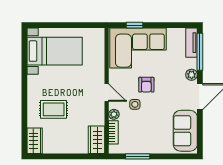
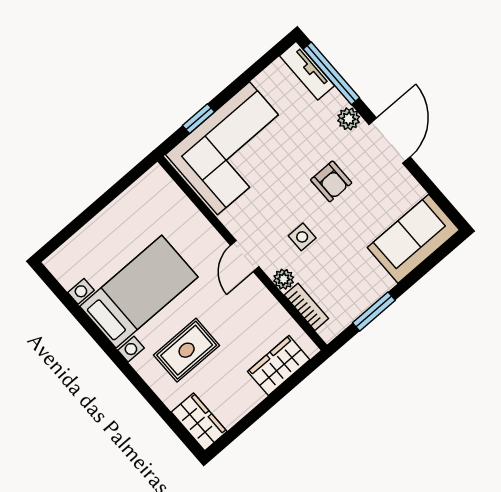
bed with nightstands: (55, 51) -> (139, 292), moved
armchair: (146, 85) -> (331, 181), moved
door: (107, 93) -> (245, 256), swing flipped
sofa: (185, 131) -> (413, 239), moved, turned 90
wardrobe: (97, 140) -> (279, 366), moved, turned 90

